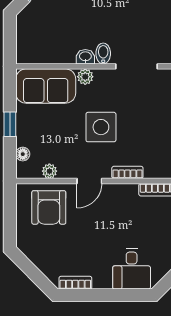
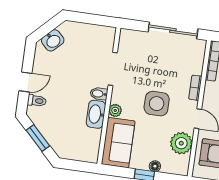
washbasin: (85, 57) -> (96, 114), width x1.91, depth x1.45
floor lamp: (23, 154) -> (155, 166), moved
plant: (49, 171) -> (181, 143), width x1.87, depth x1.87

